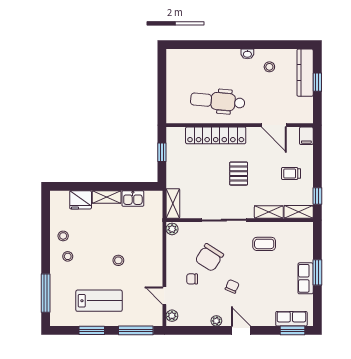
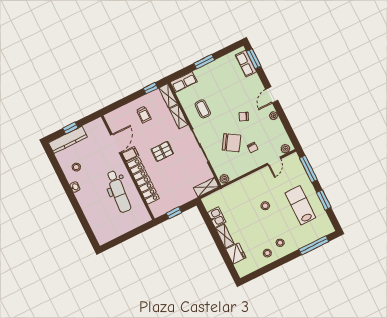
filing cabinet: (306, 136) -> (130, 154), moved
row of seats: (306, 278) -> (184, 82), moved

